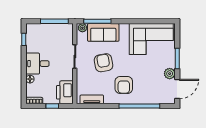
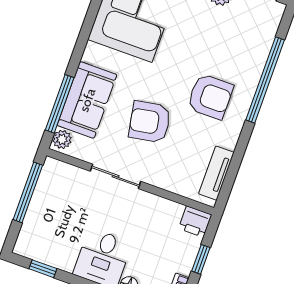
printer: (65, 92) -> (195, 222), width x0.53, depth x0.68

